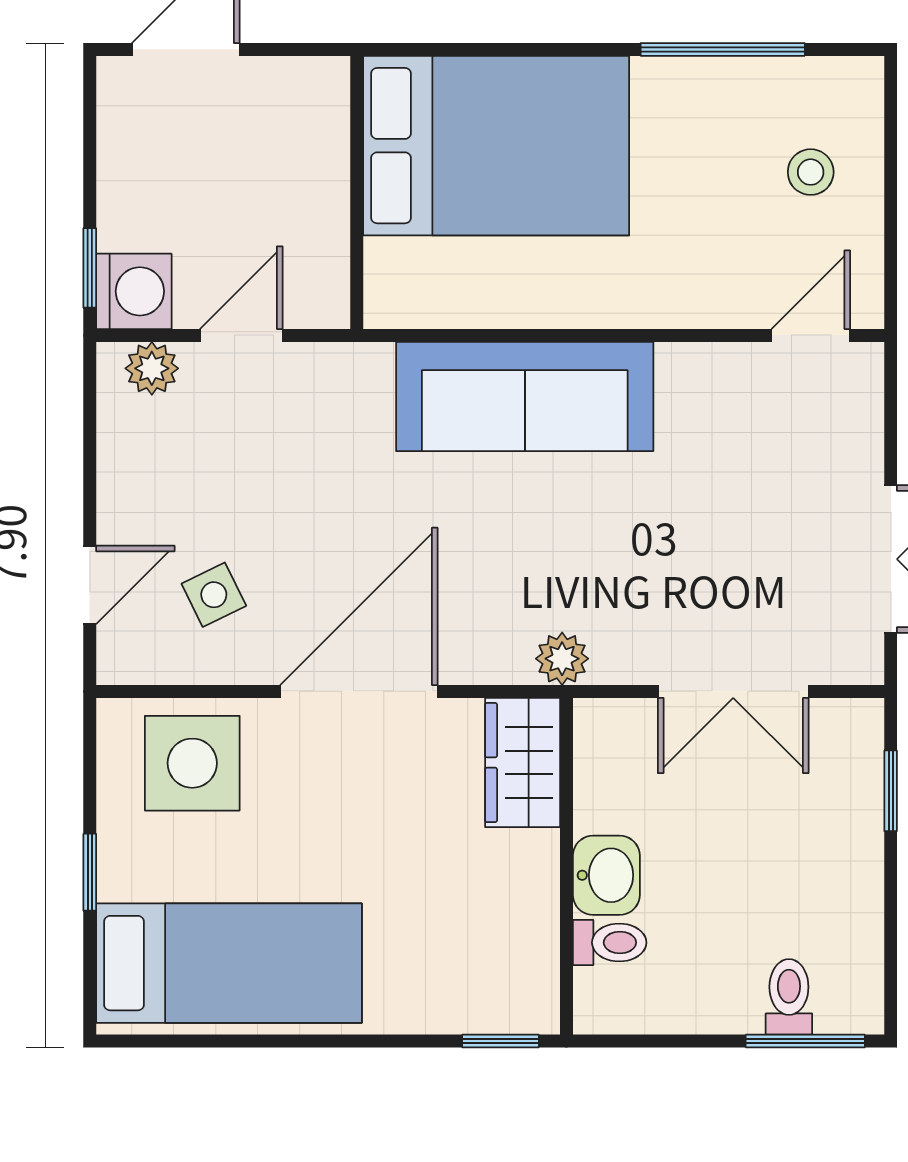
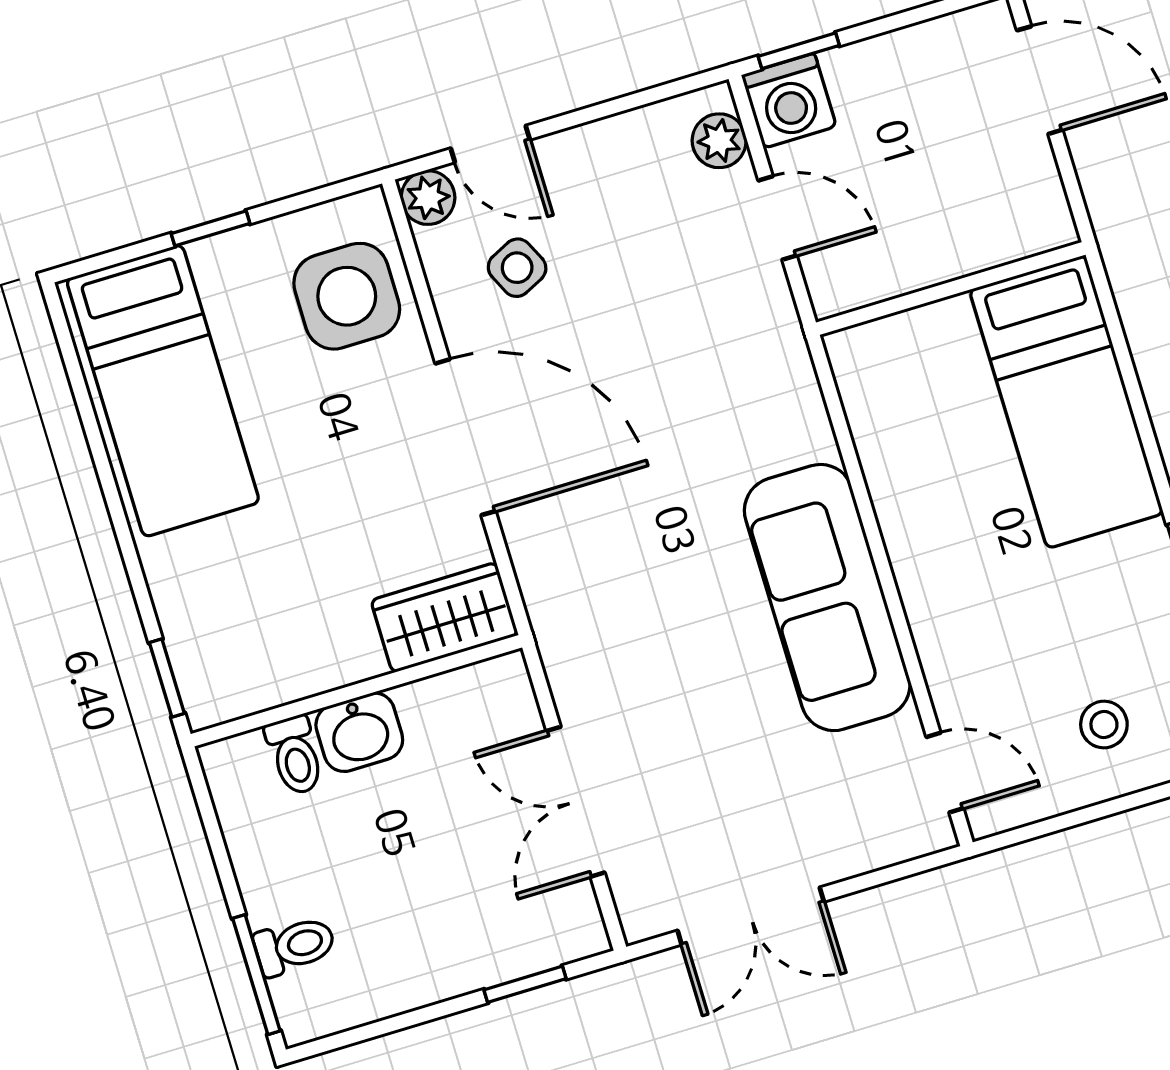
bed: (496, 146) -> (1066, 402), width x0.67
sofa: (525, 396) -> (827, 598), moved
plant: (562, 659) -> (428, 198), moved

